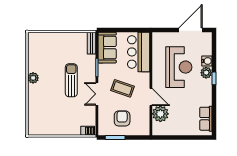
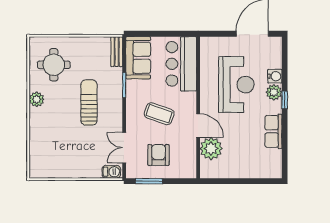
round table: (46, 53) -> (54, 65), added
double door: (97, 94) -> (124, 148), moved
row of seats: (206, 119) -> (273, 131), moved

